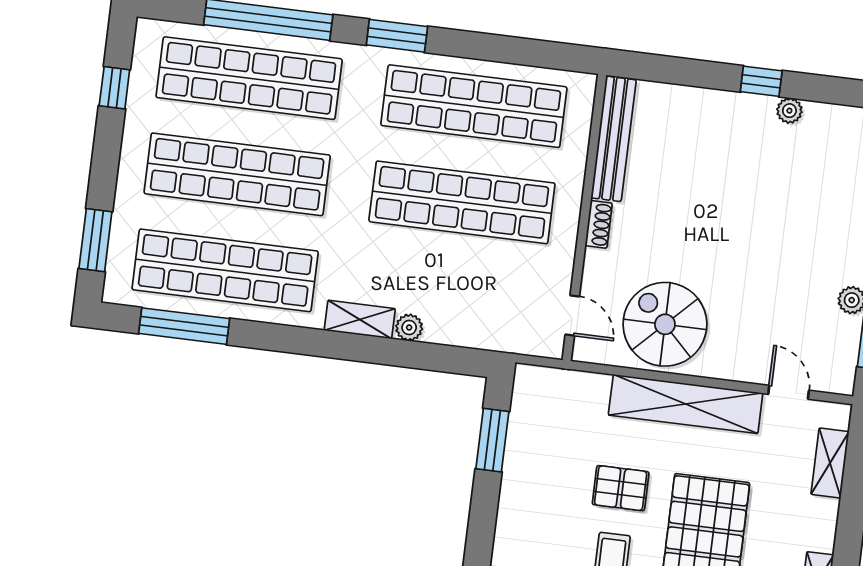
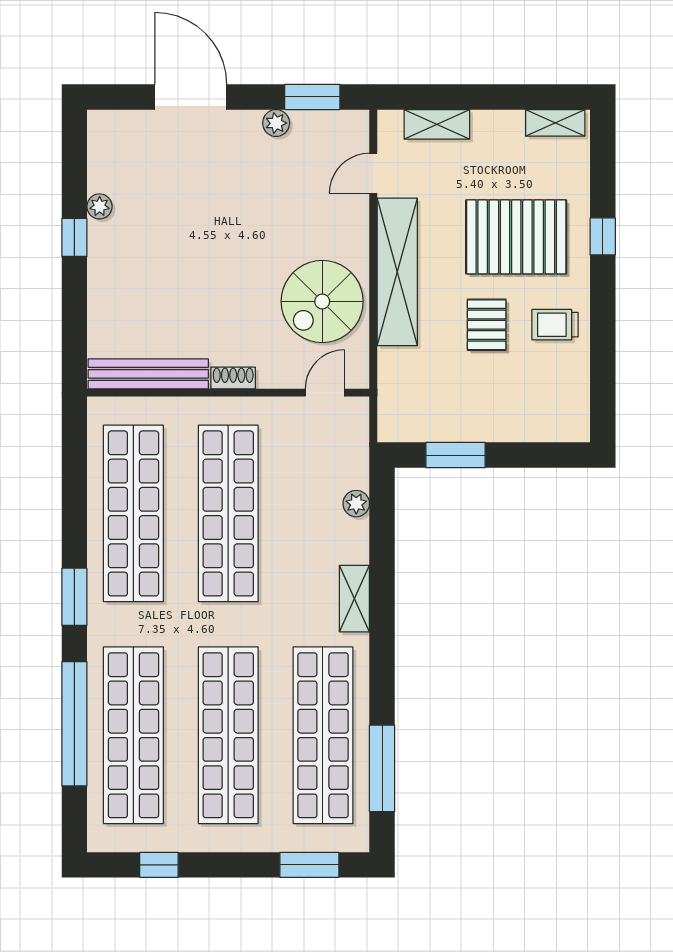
plant: (409, 327) -> (356, 504), moved

